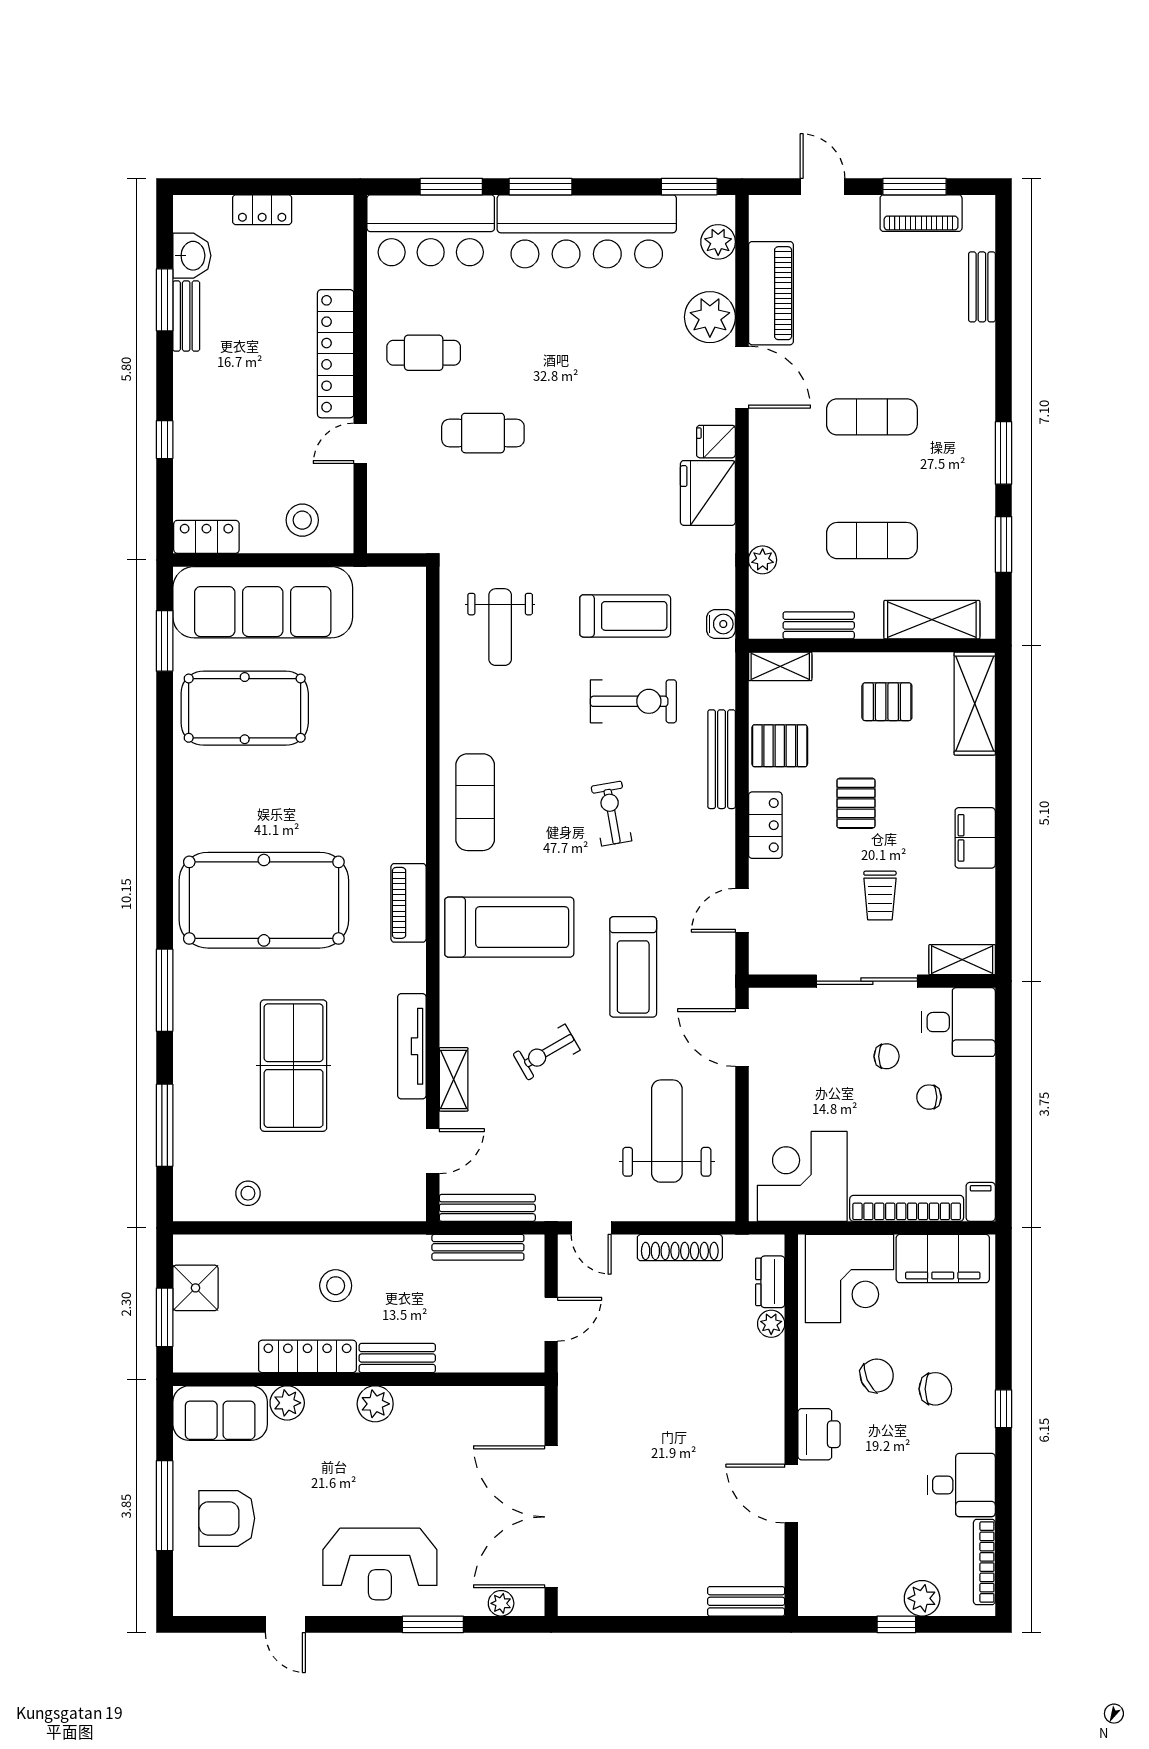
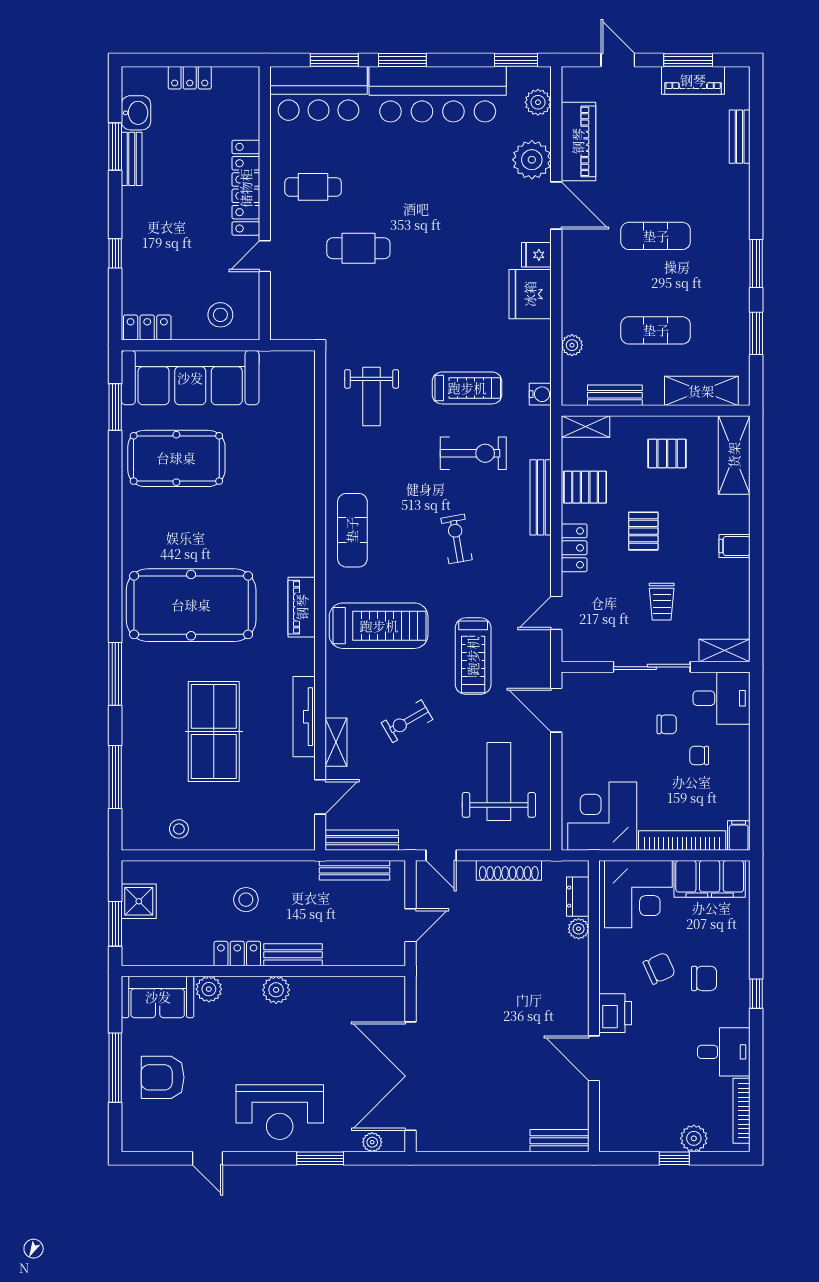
filing cabinet: (975, 838) -> (734, 546), width x0.50
locker: (307, 1356) -> (237, 954), width x0.66

